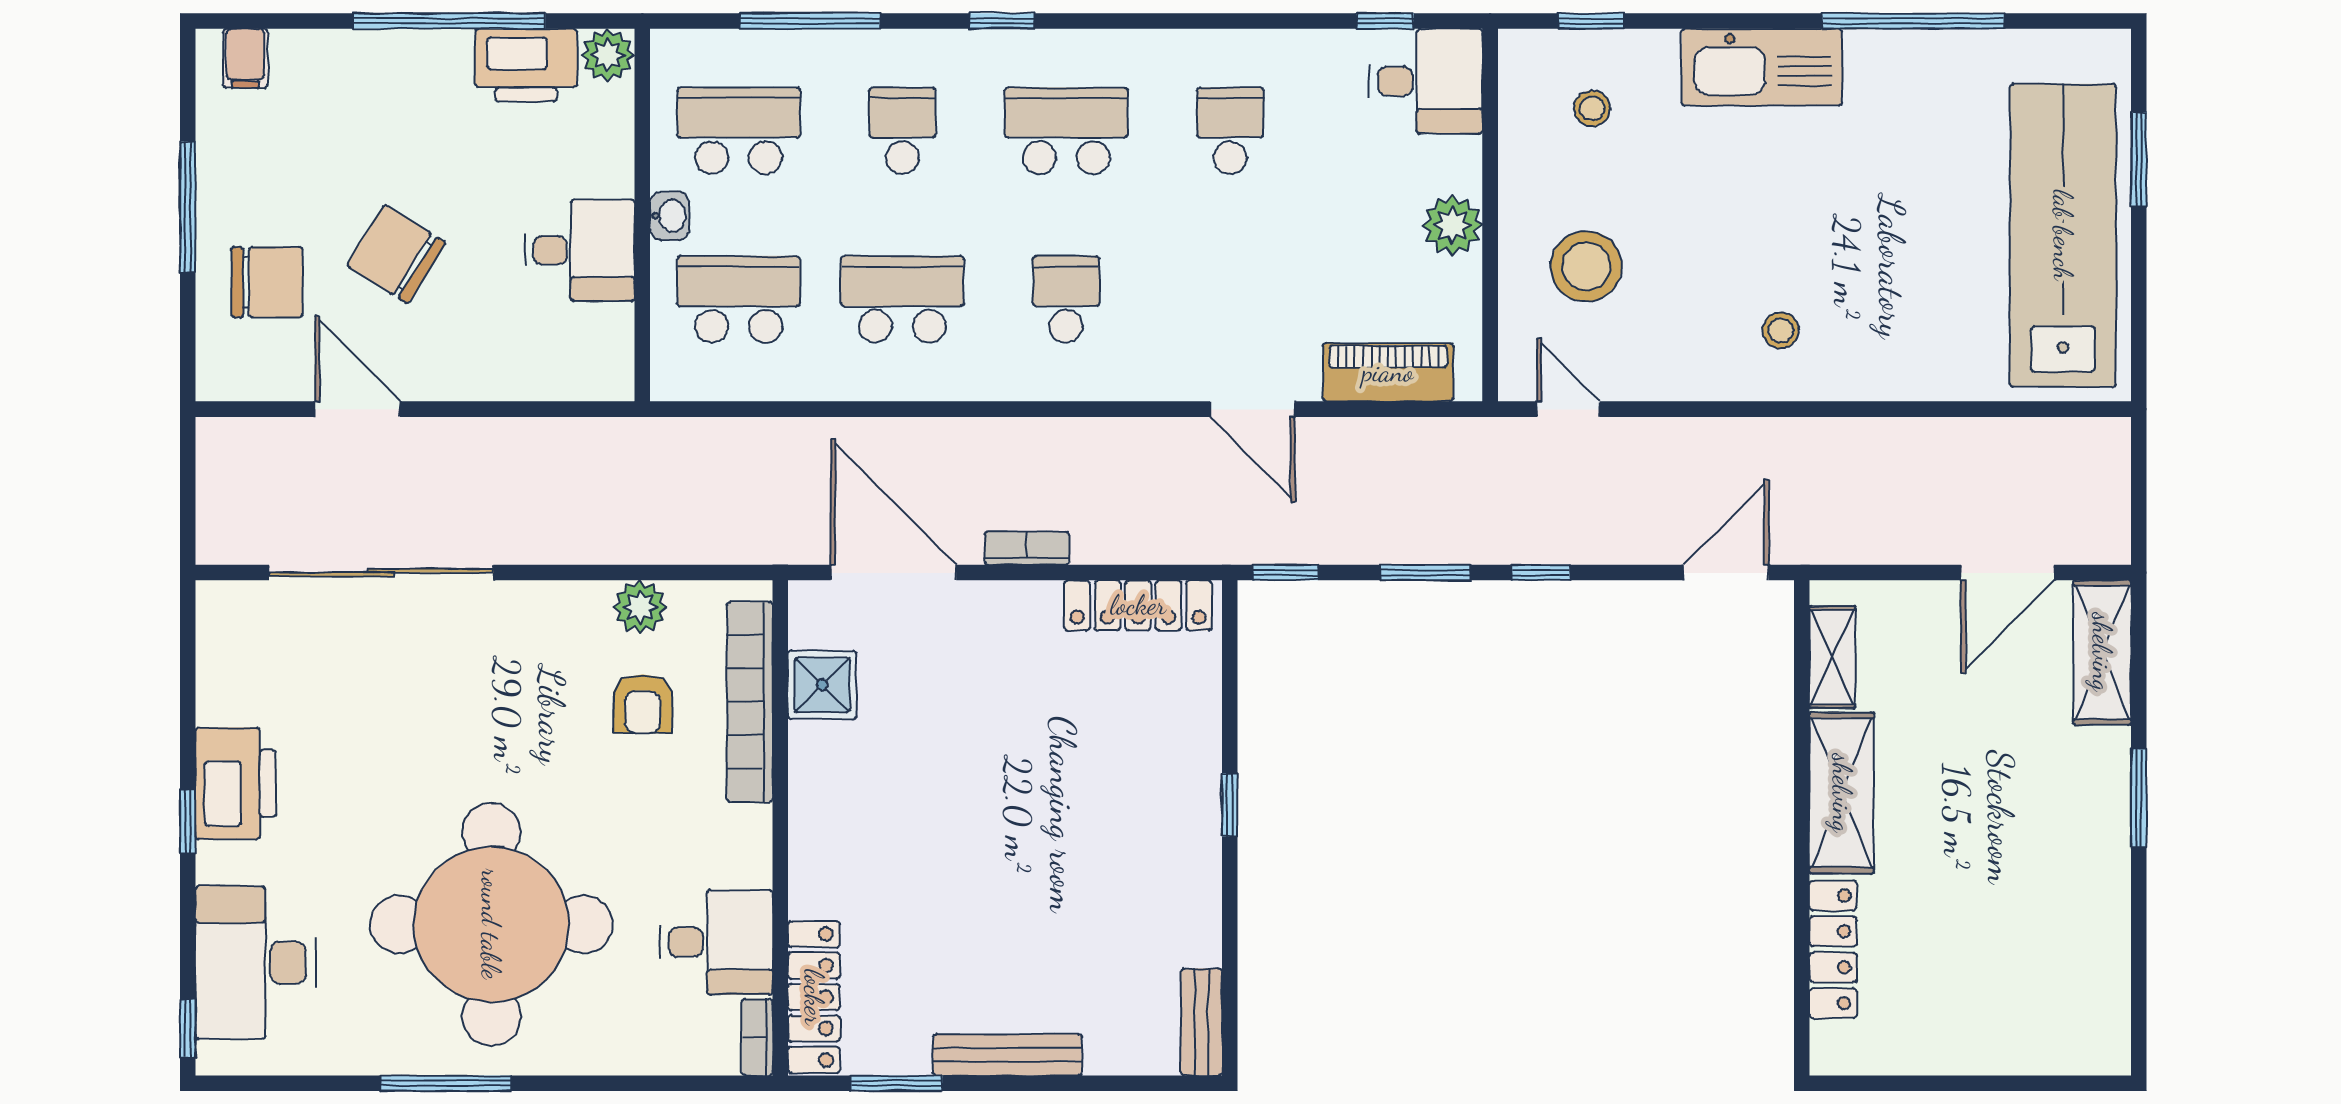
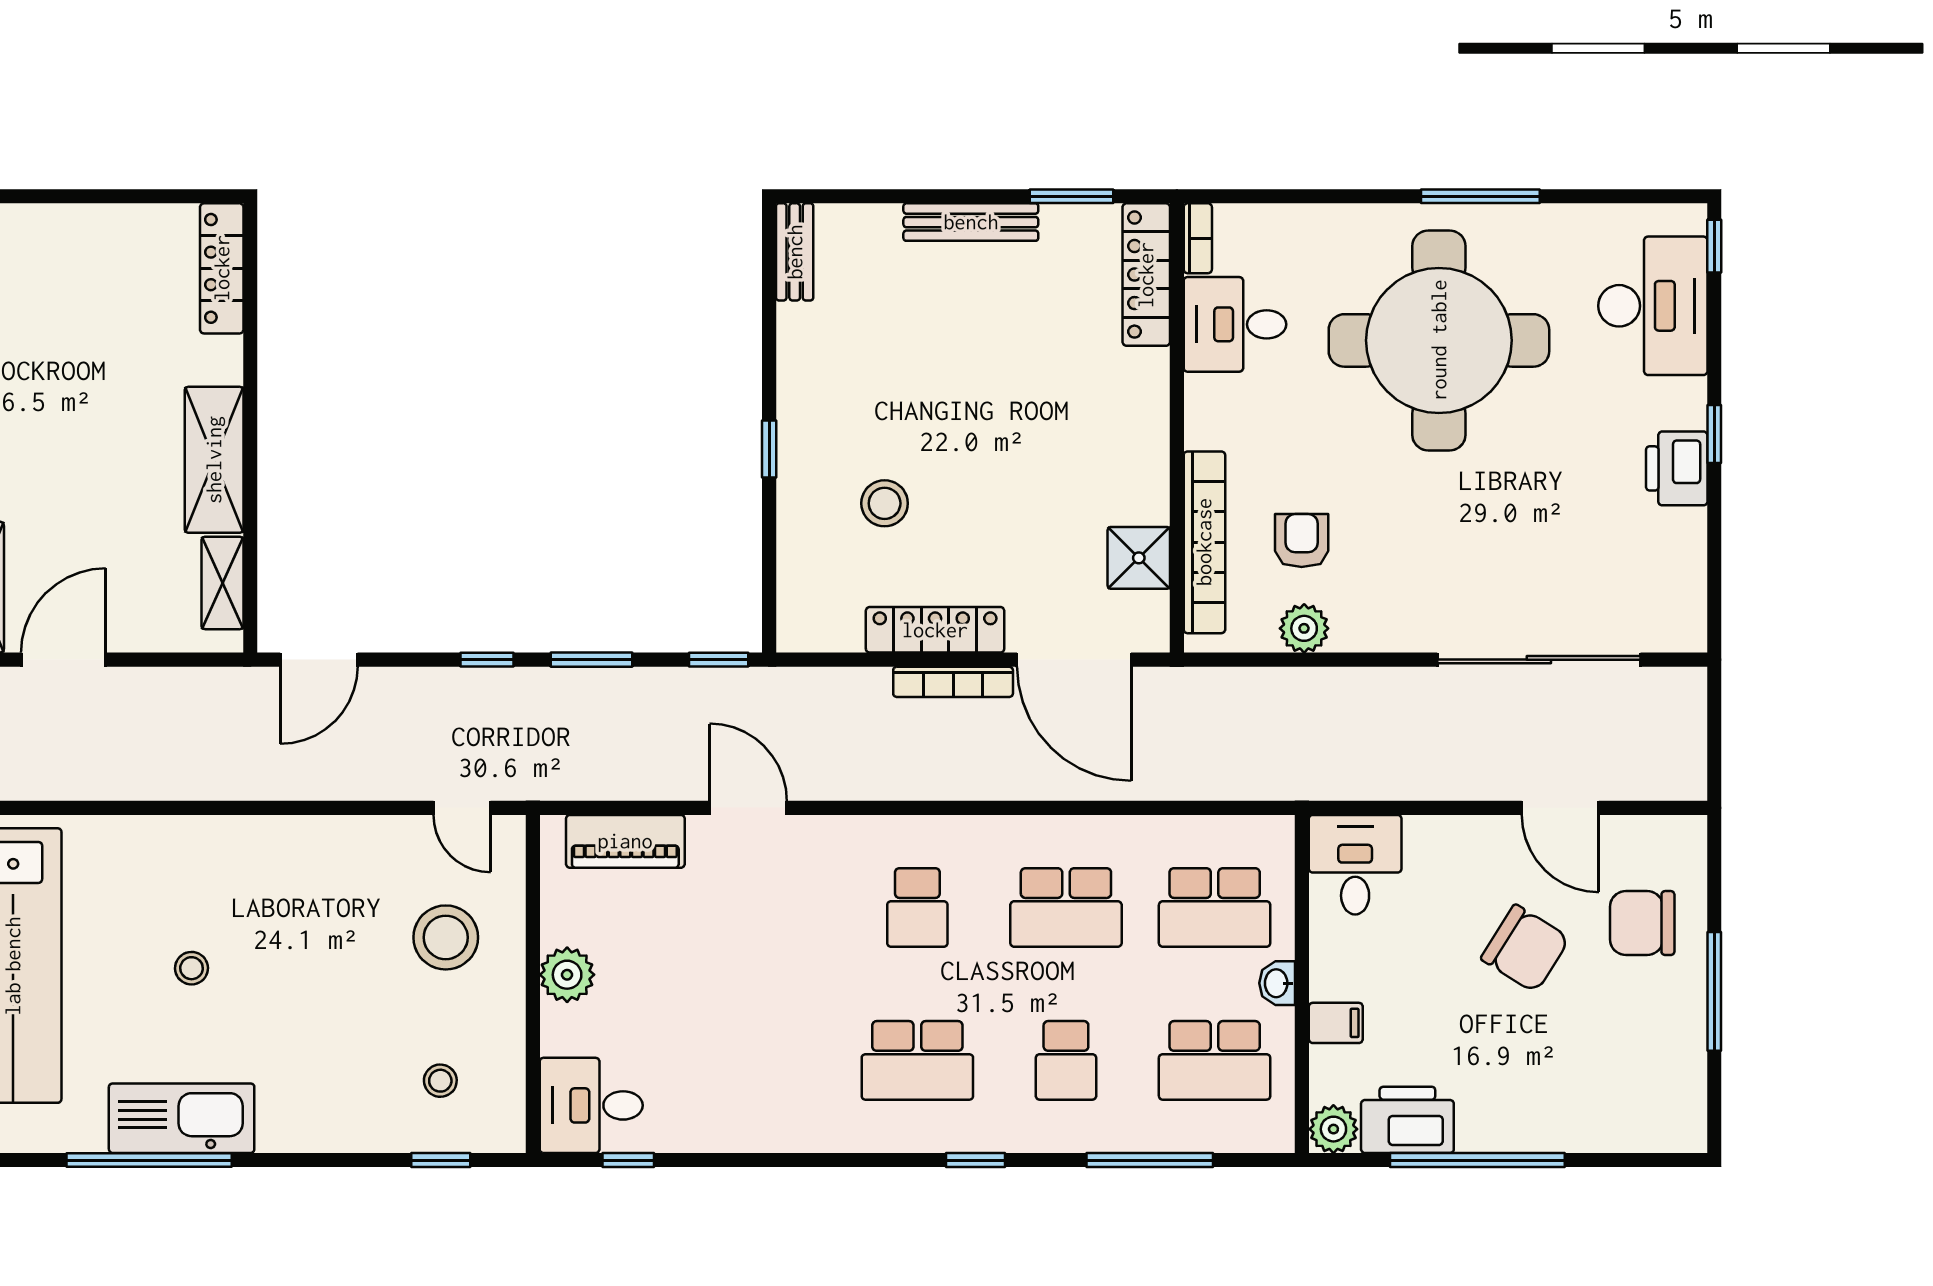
filing cabinet: (245, 58) -> (1336, 1023), moved, turned 90
kitchen sink: (1762, 67) -> (182, 1118), moved
school desk: (1230, 131) -> (769, 1060), removed
desk: (580, 250) -> (1355, 865), moved, turned 90
stool: (1781, 330) -> (192, 968), moved
bookcase: (1027, 548) -> (953, 682), width x1.56
locker: (1138, 605) -> (935, 630), moved
stool: (1102, 745) -> (885, 503), added
printer: (236, 783) -> (1677, 468), width x0.73, depth x0.84
locker: (1833, 949) -> (222, 268), moved

